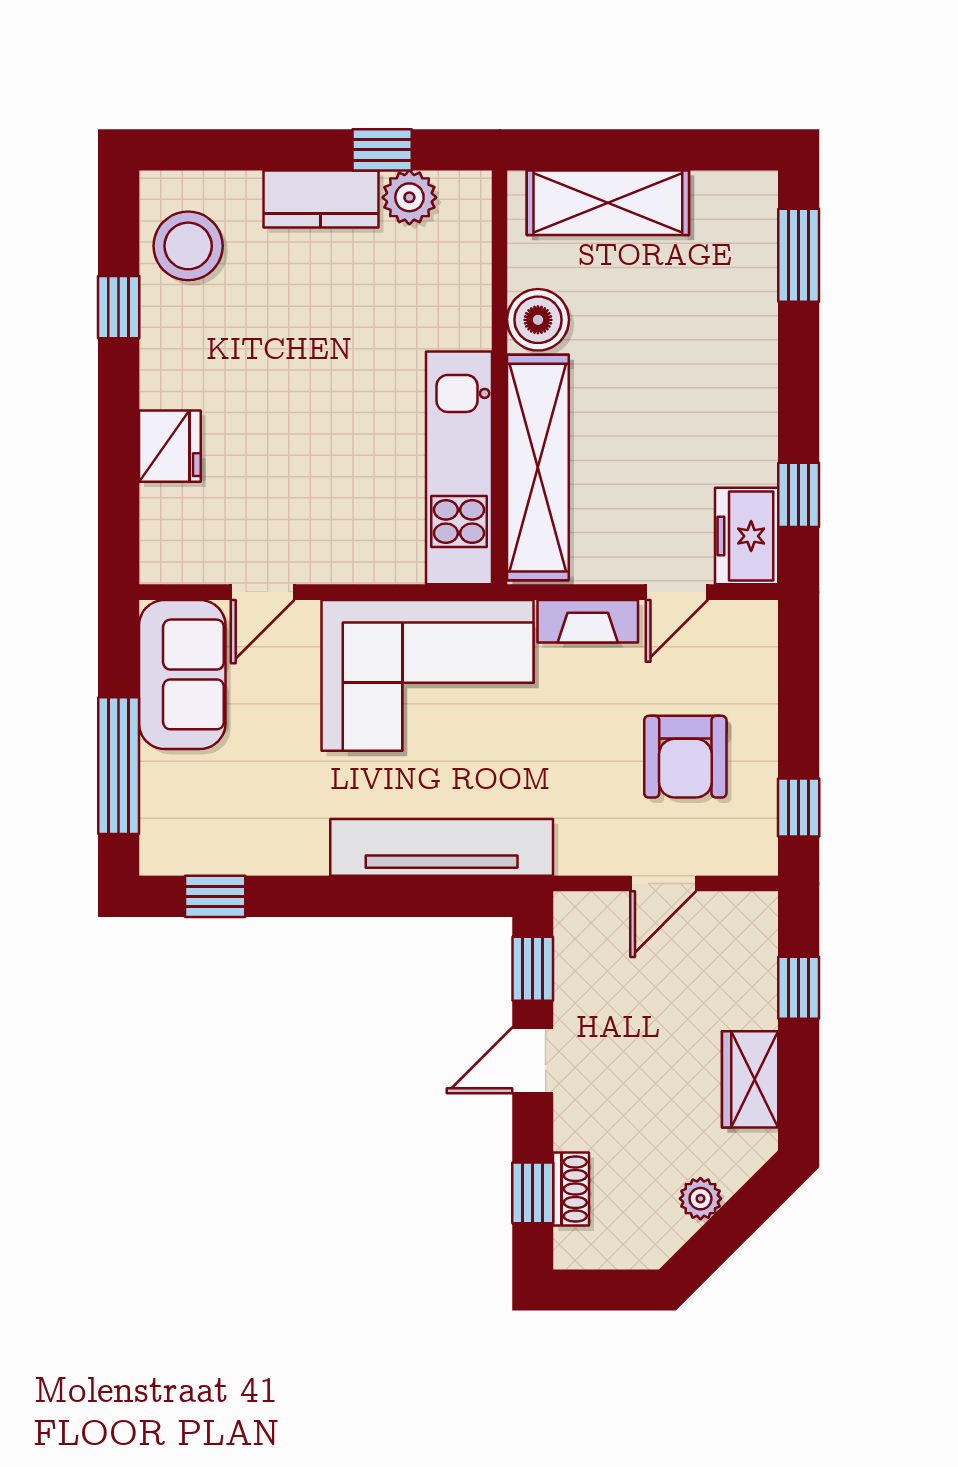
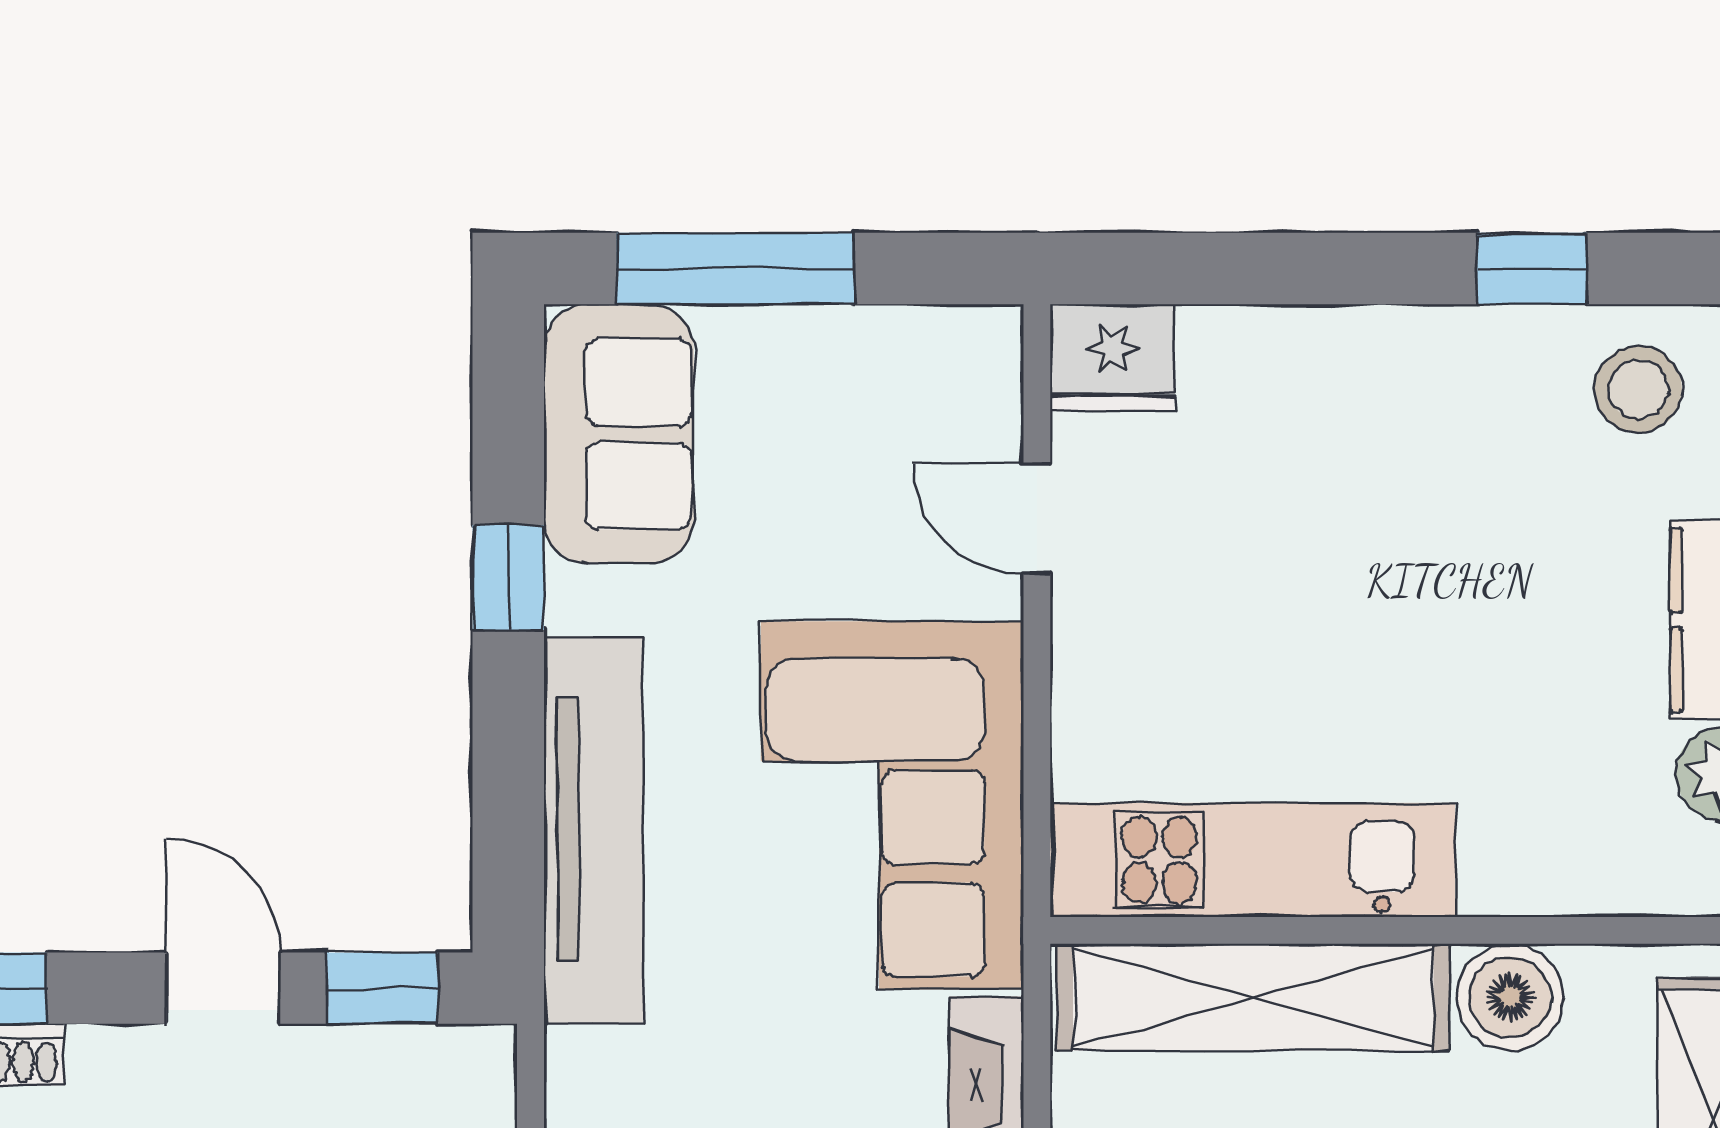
stool: (188, 246) -> (1638, 389), width x0.73, depth x0.73
fridge: (170, 446) -> (1112, 357), moved
sofa: (182, 674) -> (619, 434), moved, turned -90
window: (215, 896) -> (508, 578), moved

